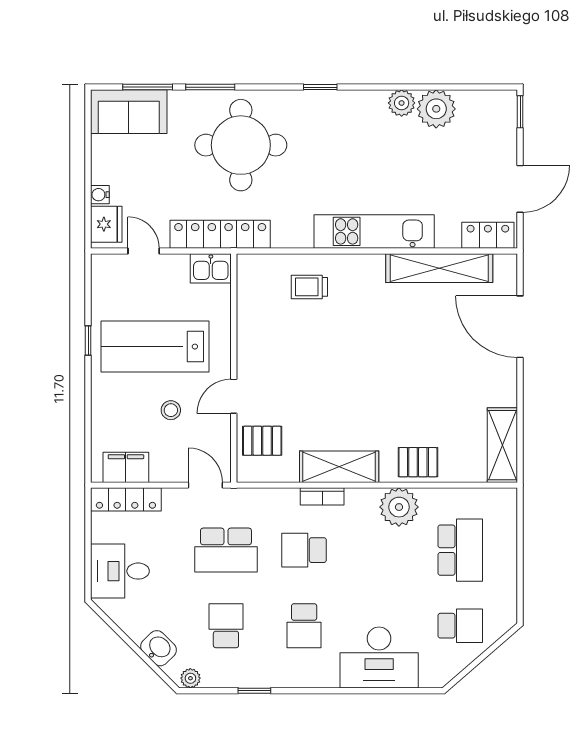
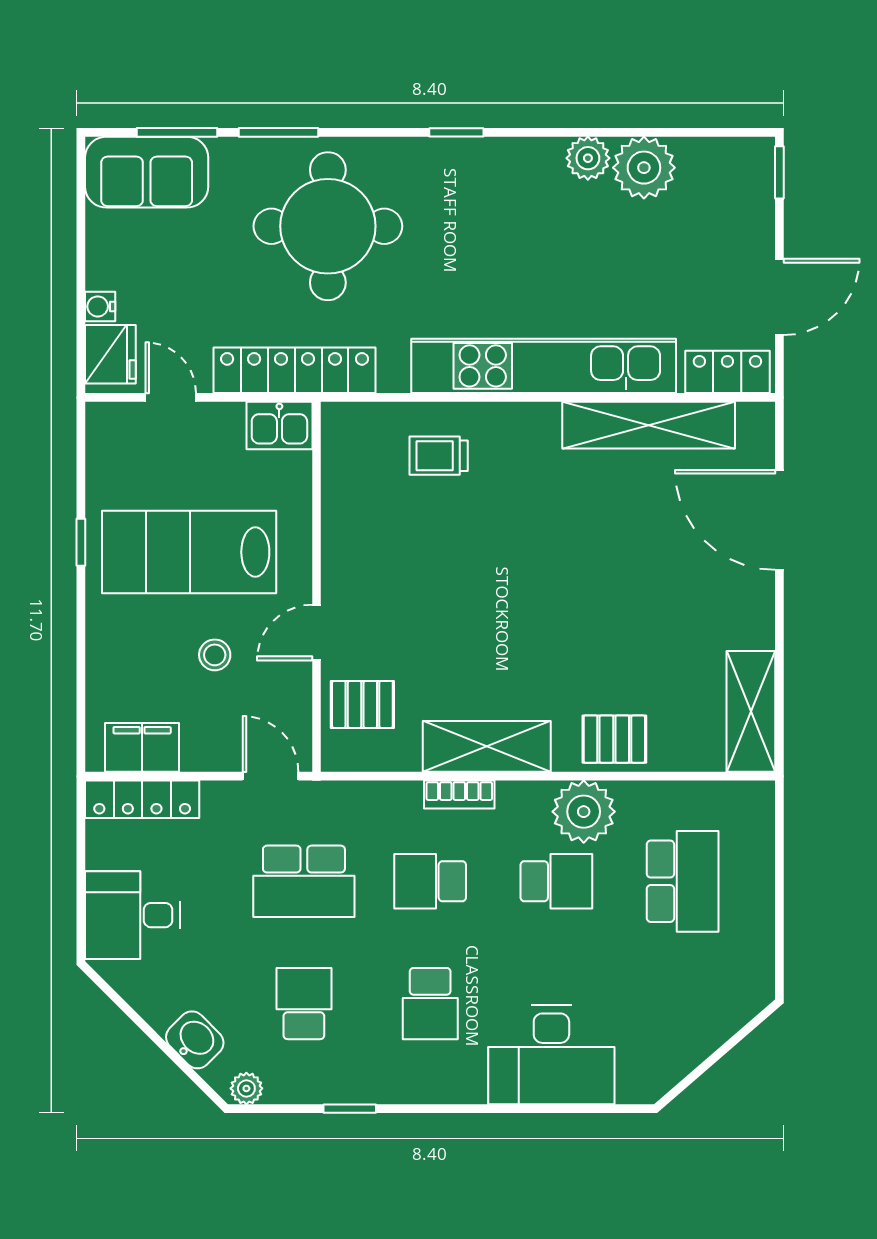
kitchen unit: (374, 231) -> (544, 366), width x1.36
school desk: (460, 626) -> (556, 881), moved

